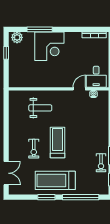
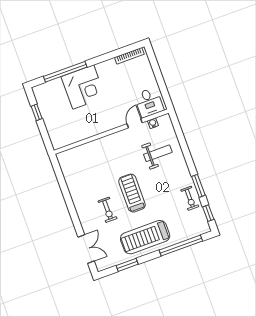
window: (40, 29) -> (65, 72), width x1.46
plant: (17, 37) -> (43, 90), removed
weight bench: (40, 108) -> (158, 153), moved
window: (46, 197) -> (127, 265), moved

